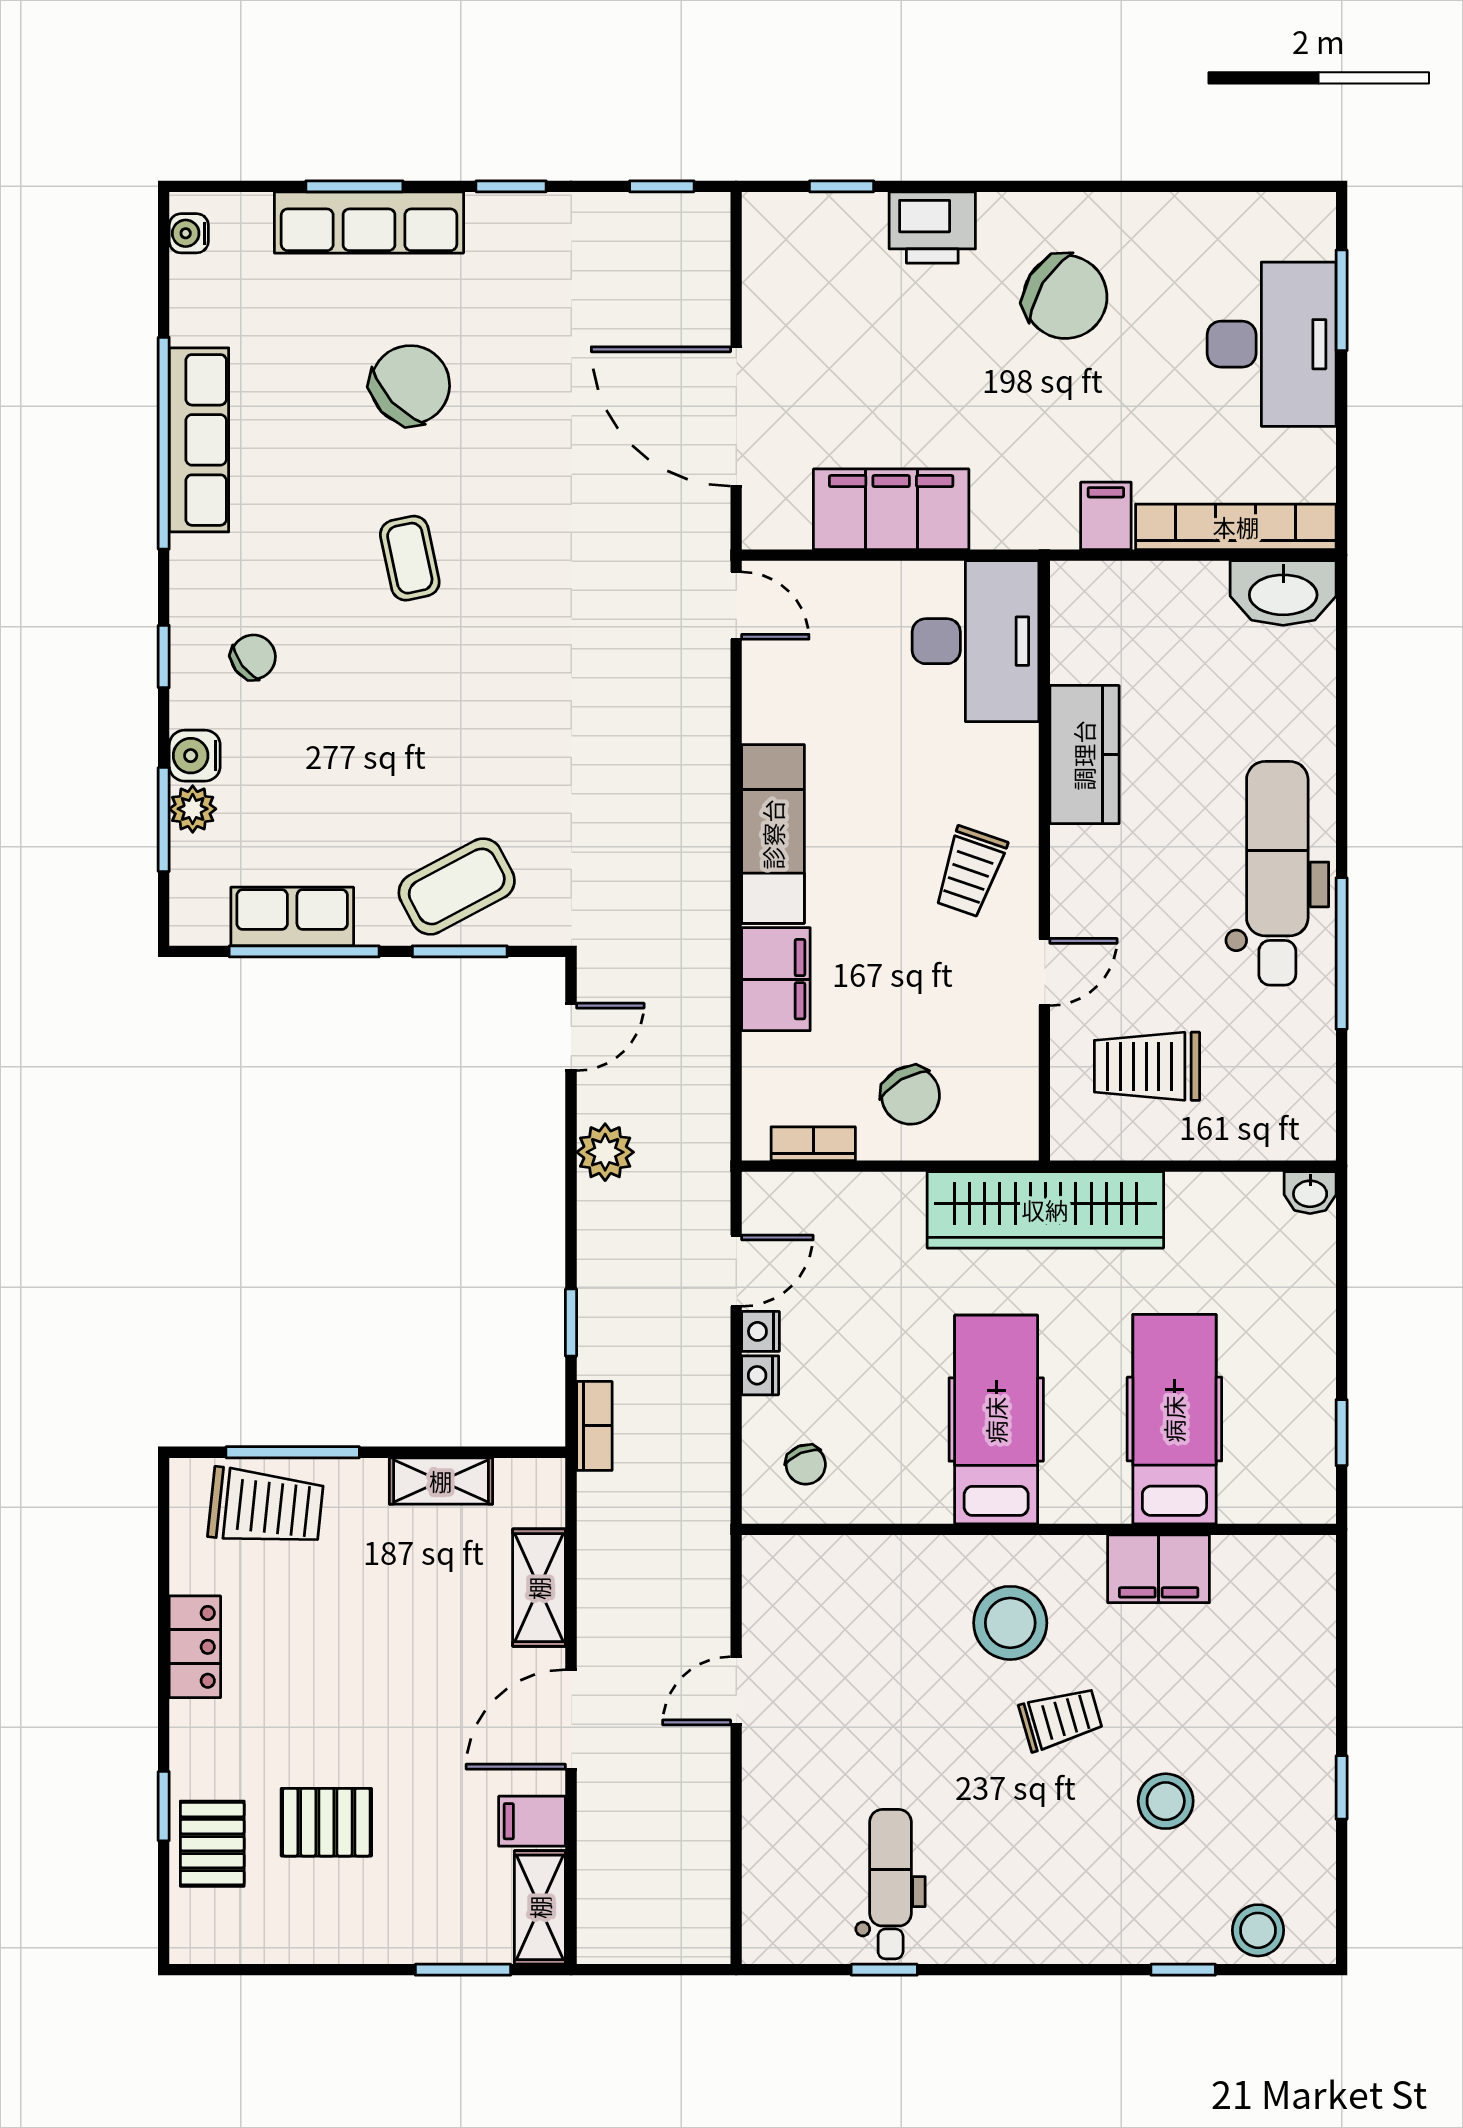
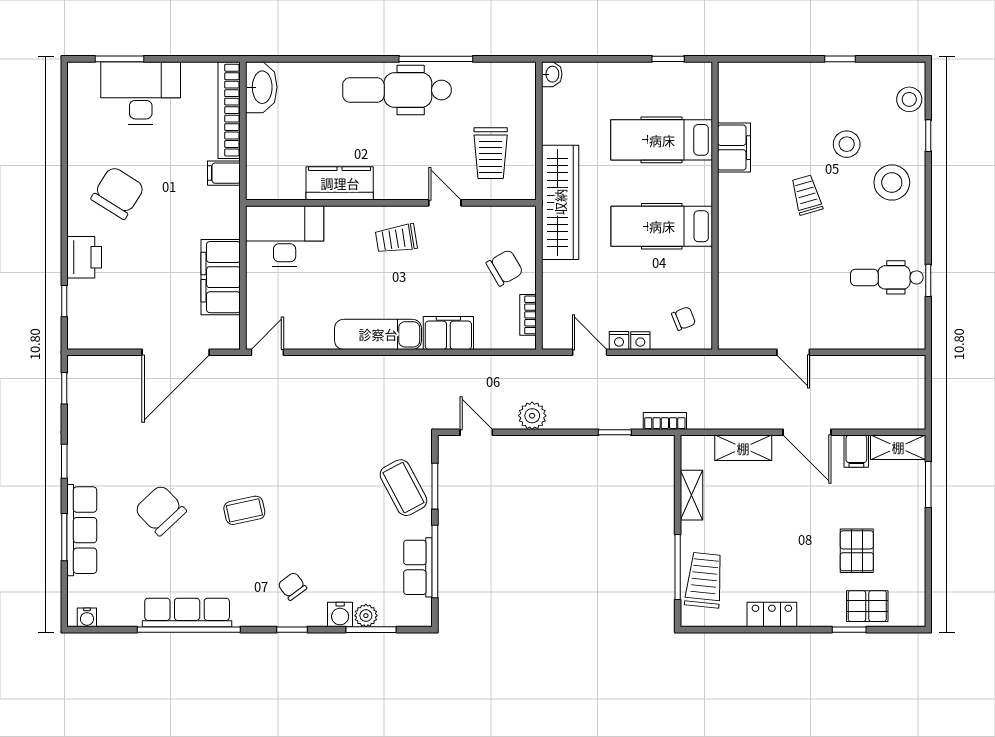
trolley: (970, 872) -> (396, 239), turned 152
stool: (1010, 1623) -> (892, 182), moved

